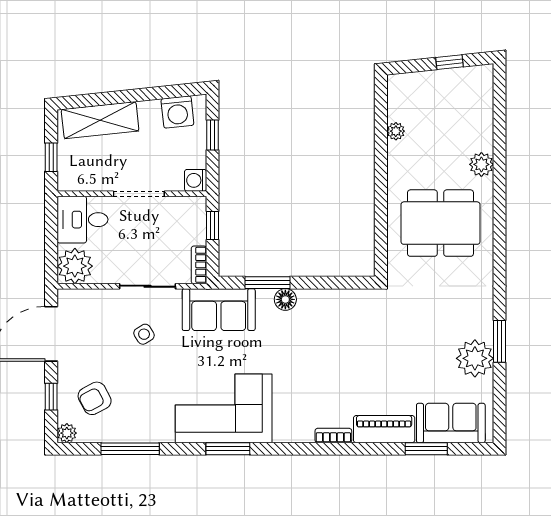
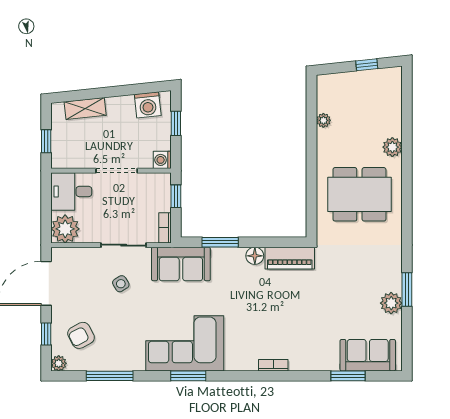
shelving: (100, 120) -> (85, 108), width x0.67, depth x0.75
floor lamp: (285, 299) -> (255, 256), moved
plant: (475, 358) -> (391, 303), width x0.73, depth x0.73
piano: (384, 429) -> (290, 258), moved, turned 180

